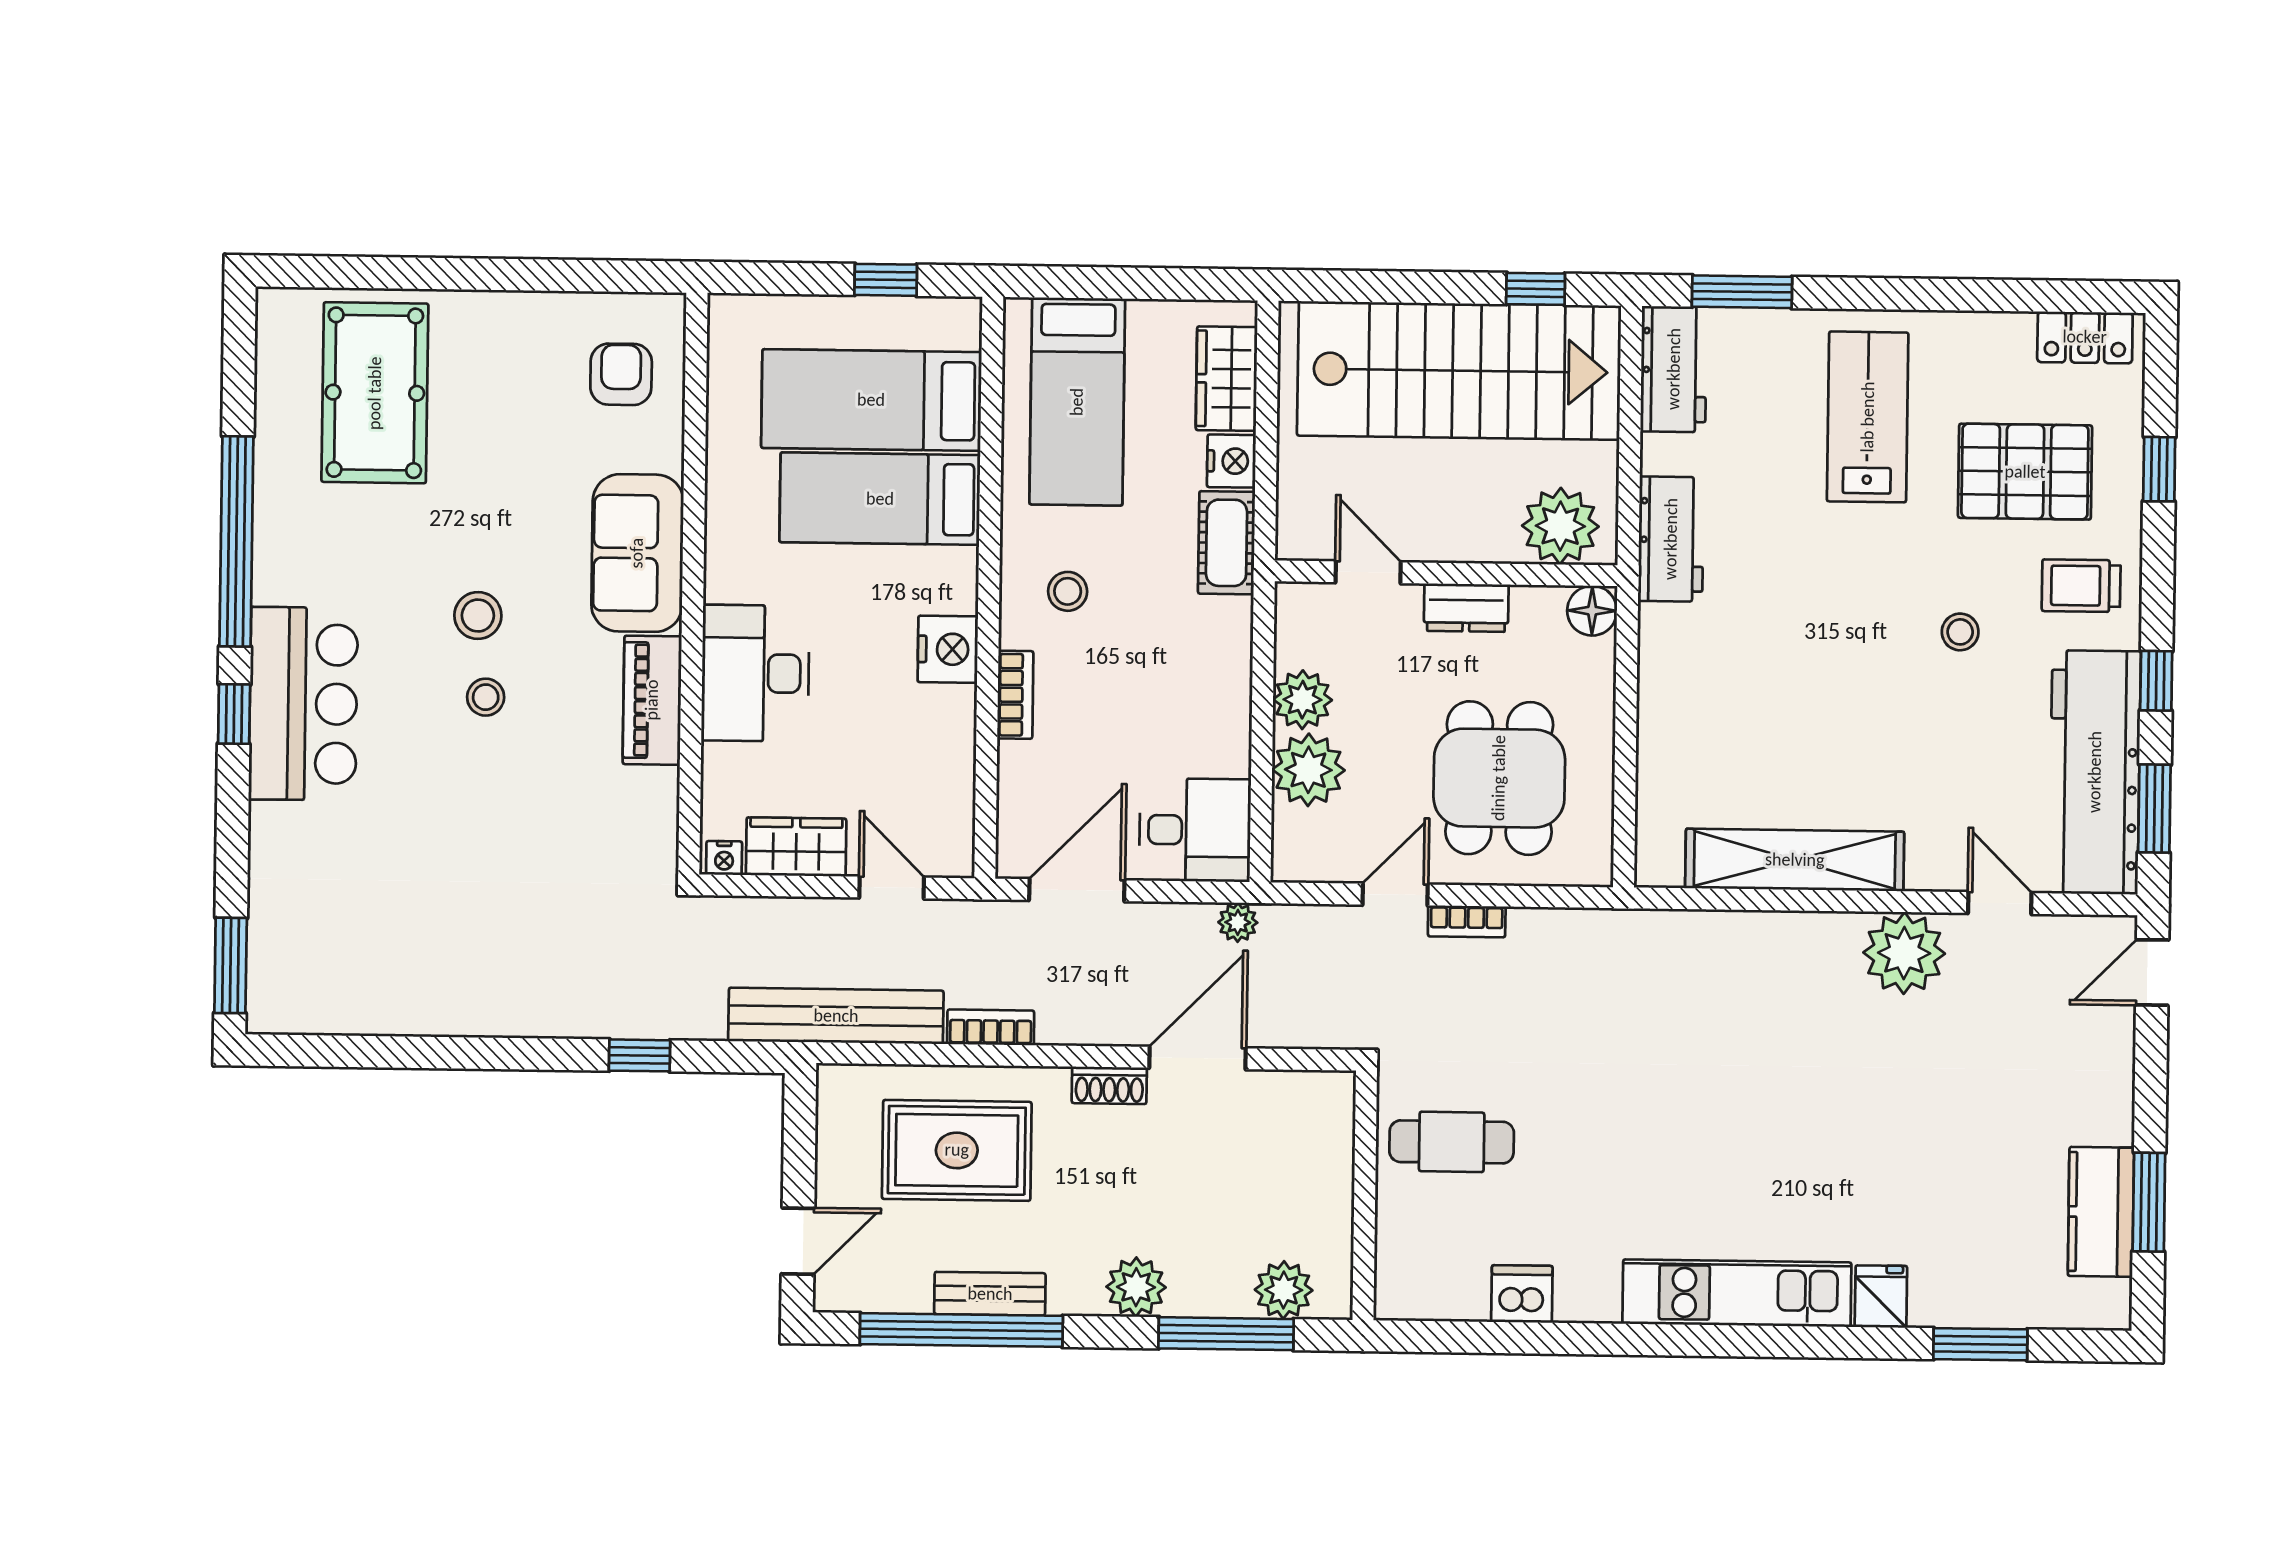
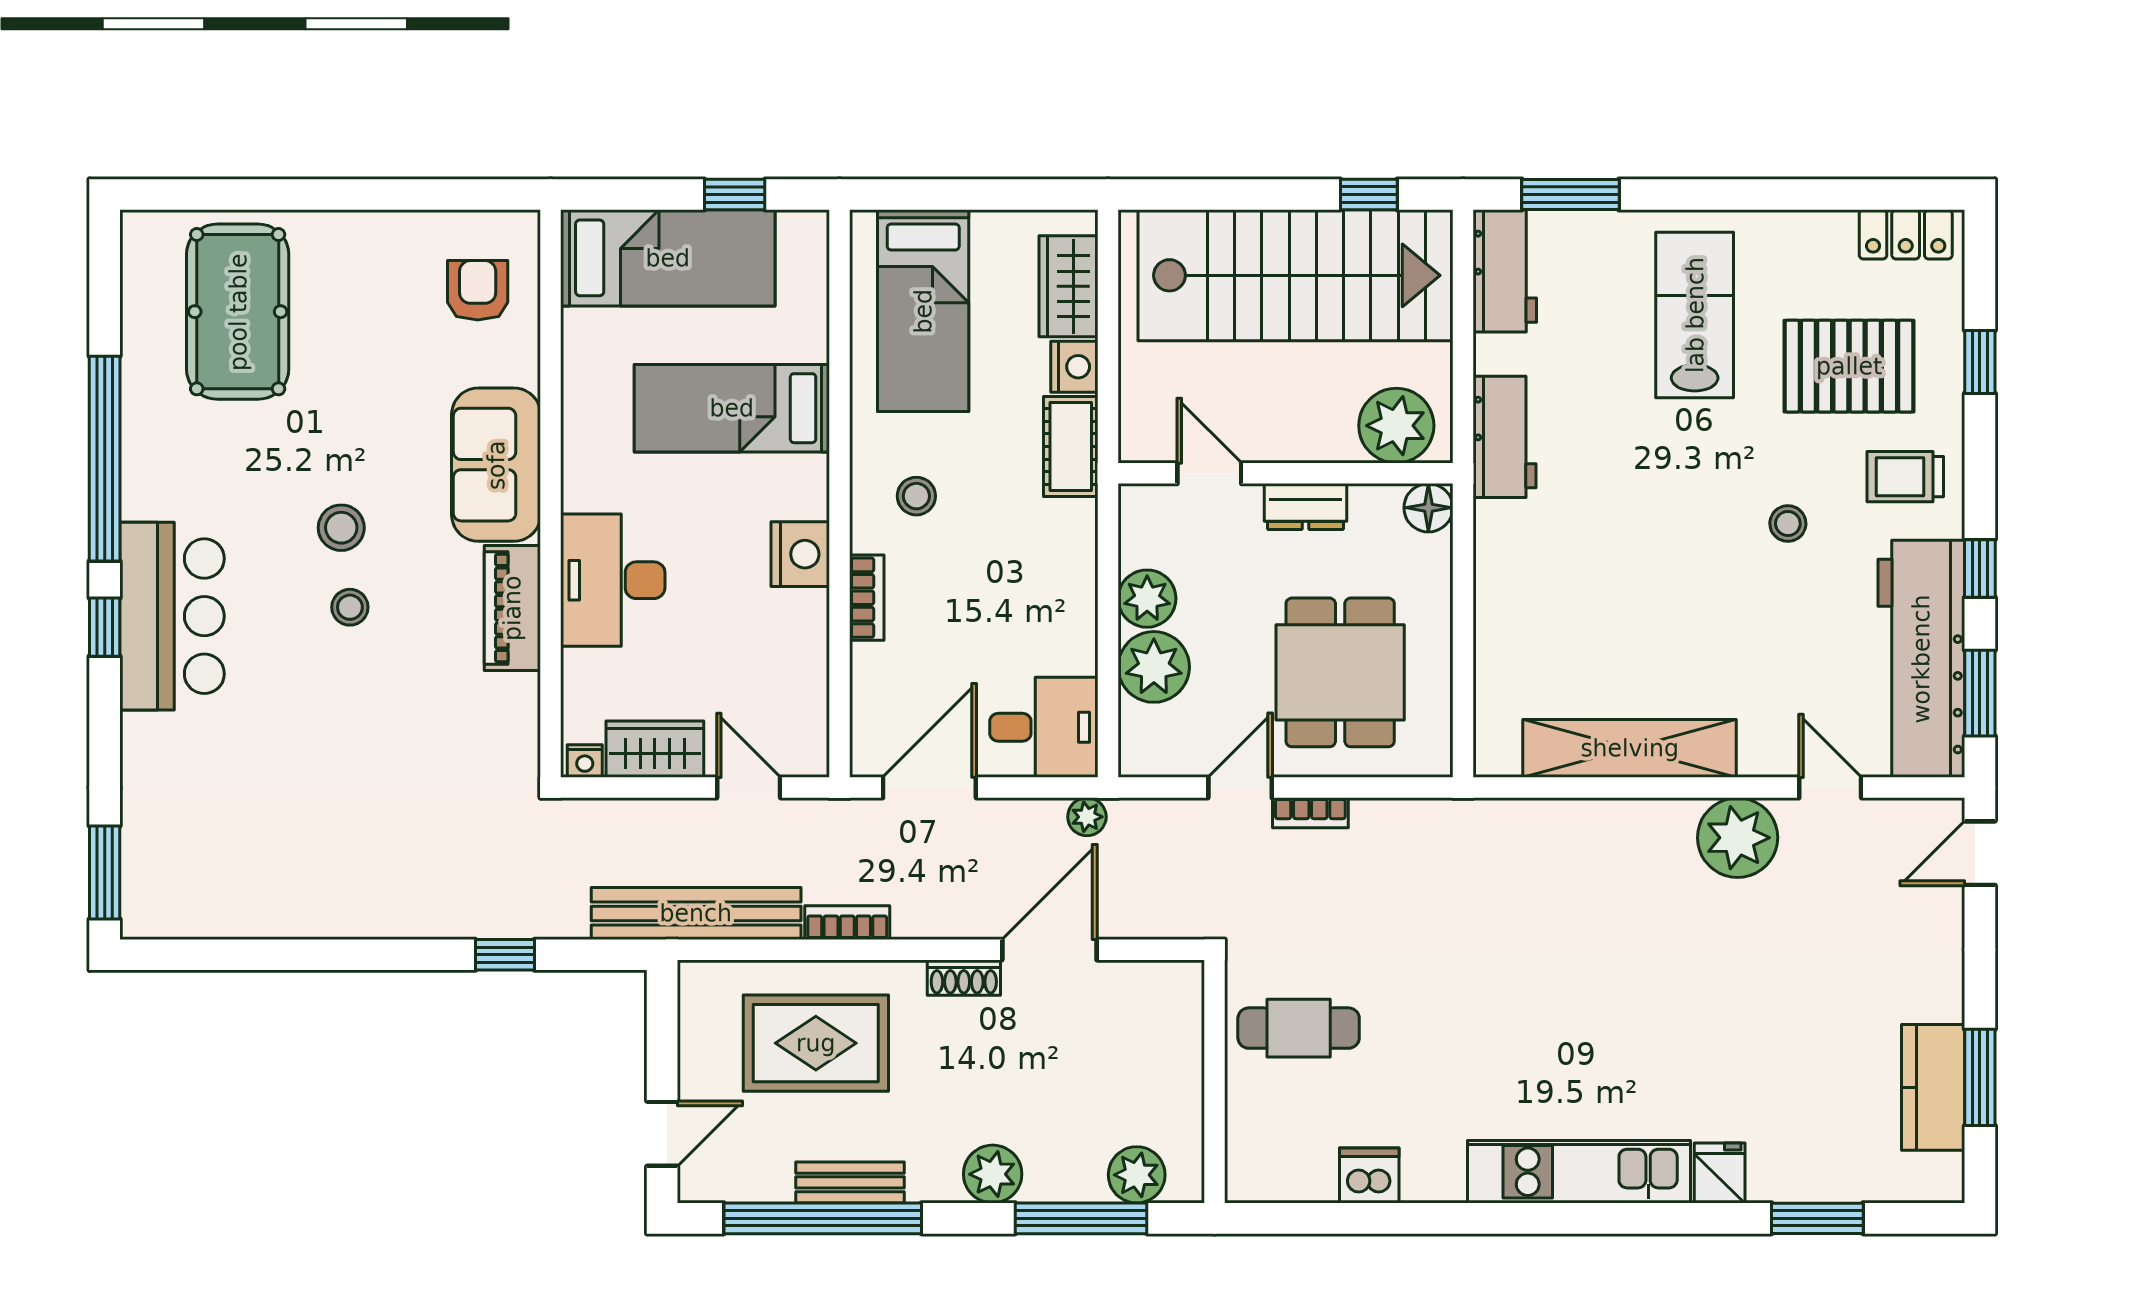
bed: (871, 400) -> (668, 258), moved, turned 180

